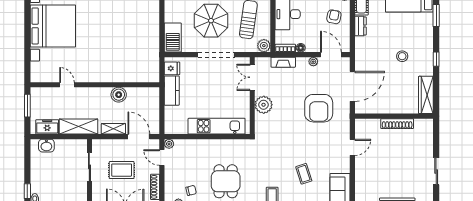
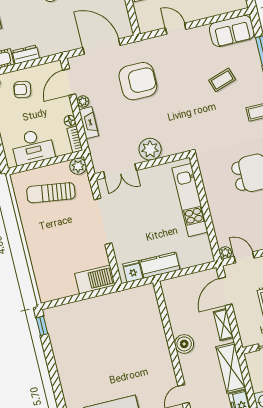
parasol: (211, 21) -> (63, 238), removed
fireplace: (283, 62) -> (89, 123), moved
boiler: (119, 95) -> (184, 344), moved
door: (162, 157) -> (244, 257), swing flipped

